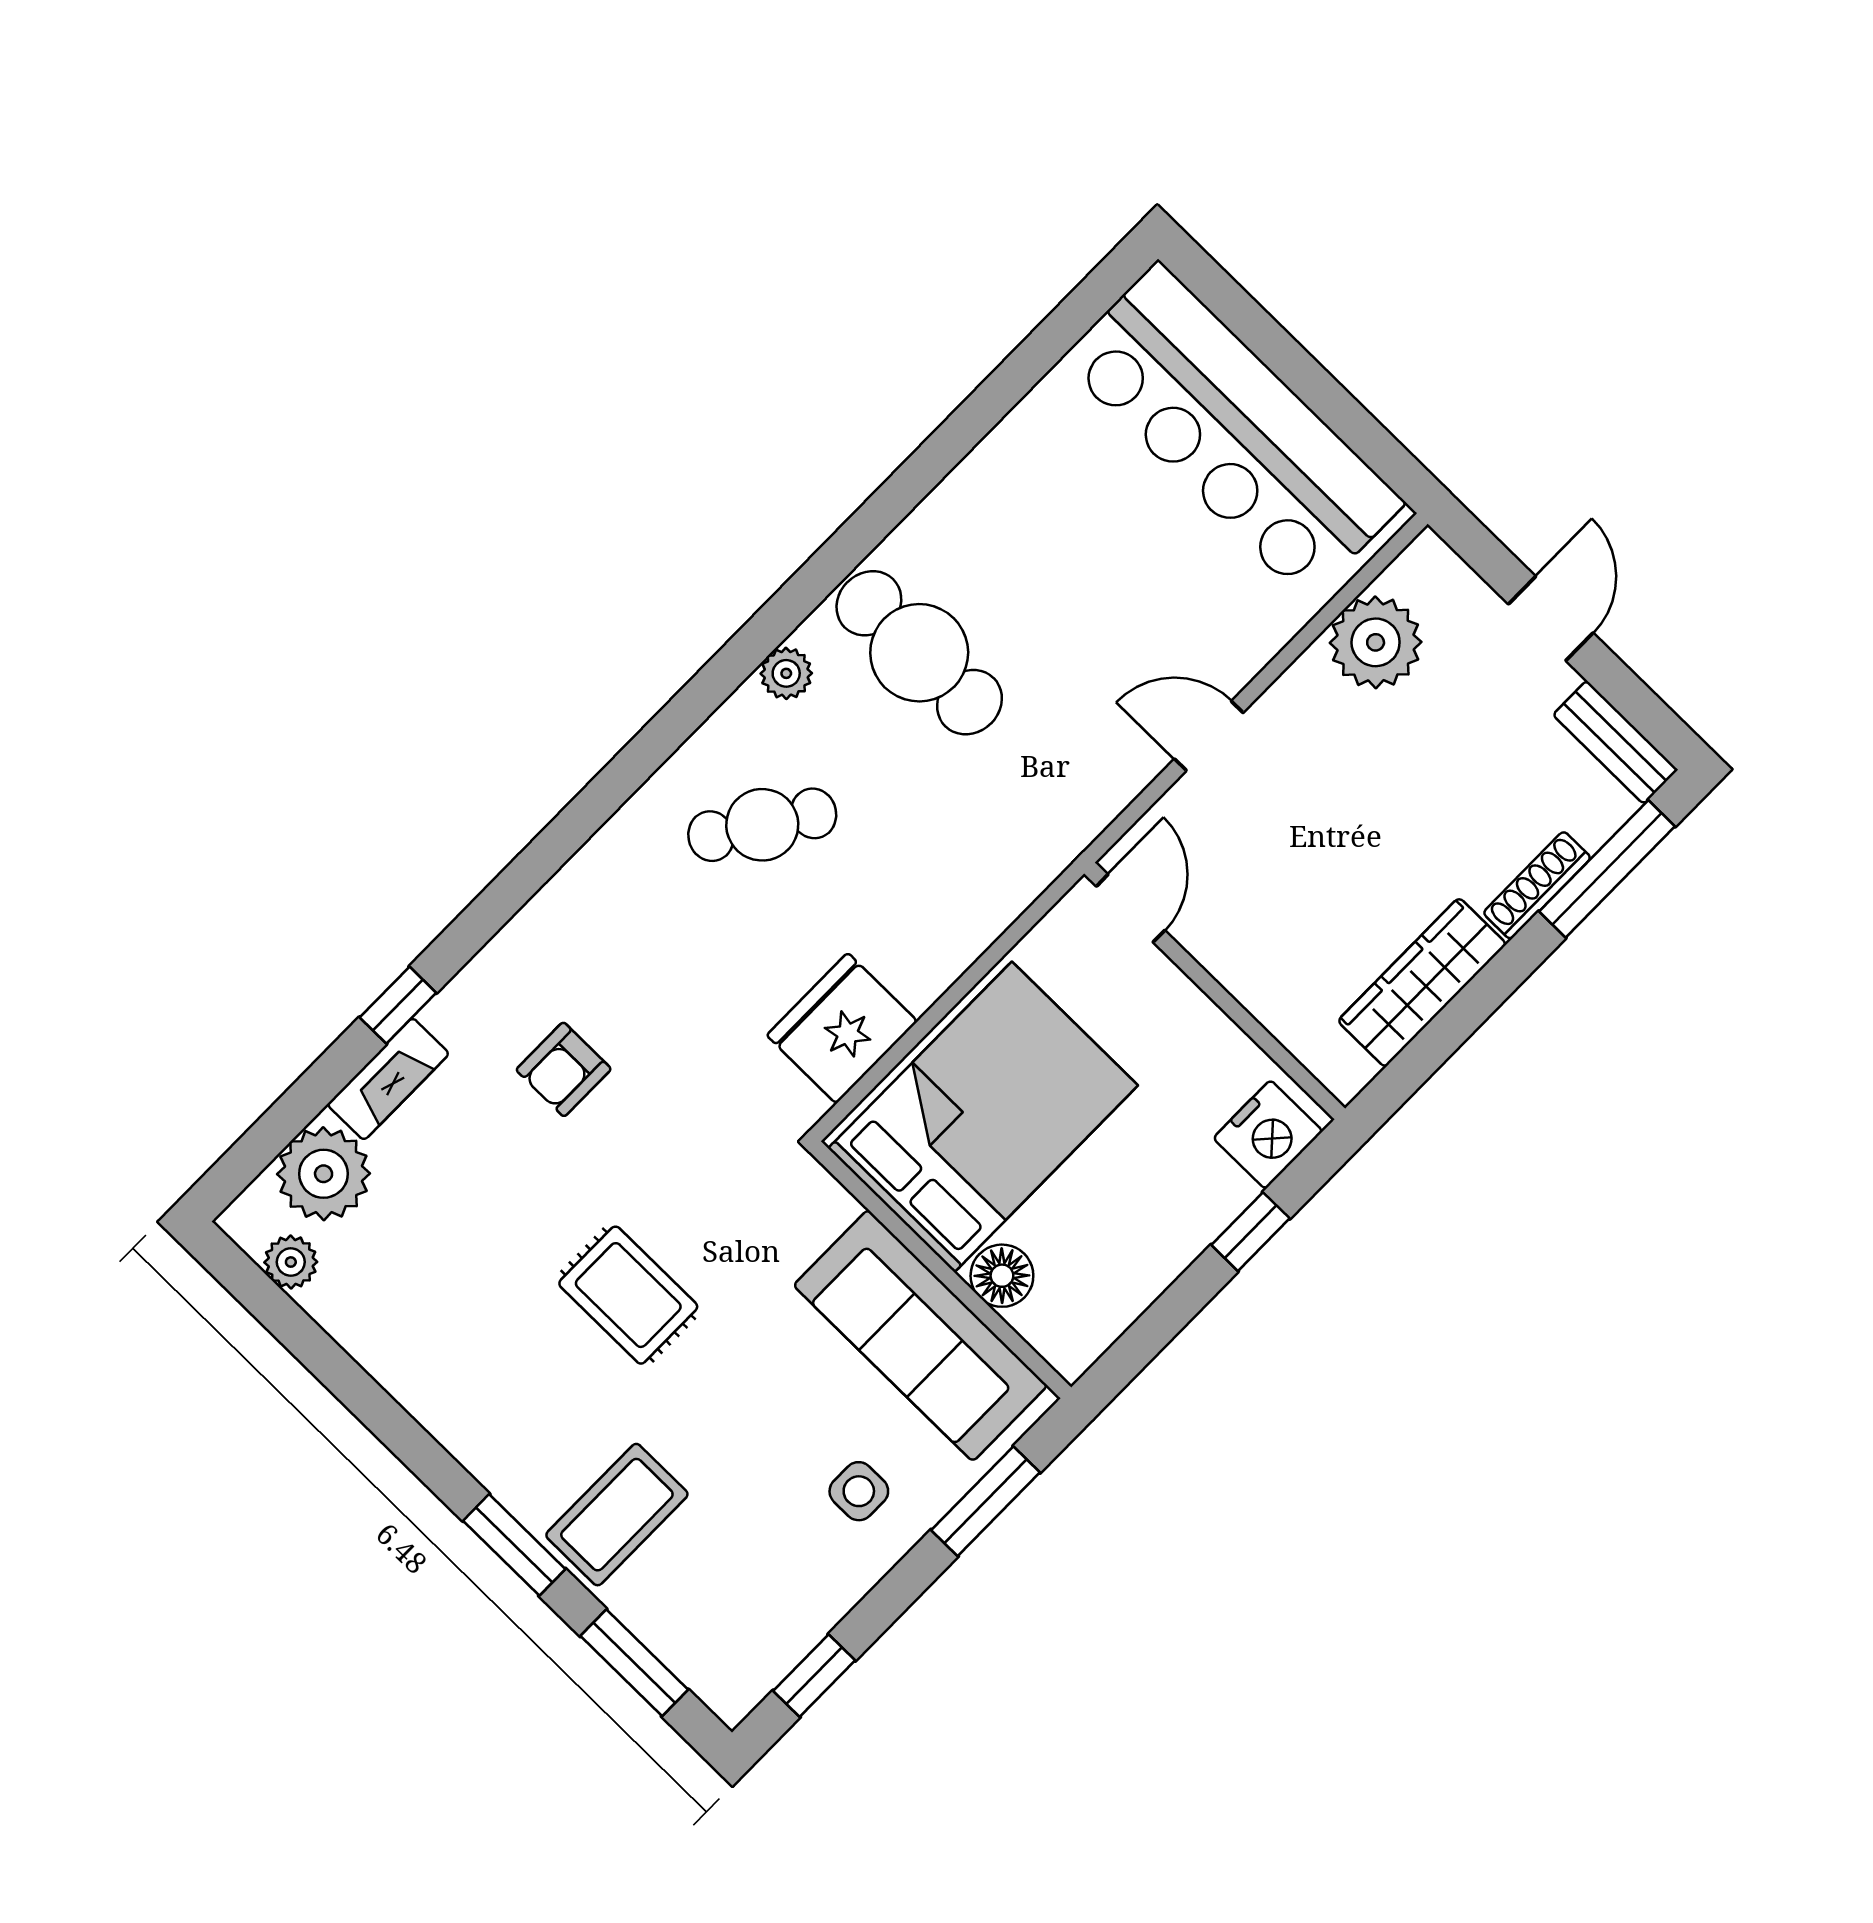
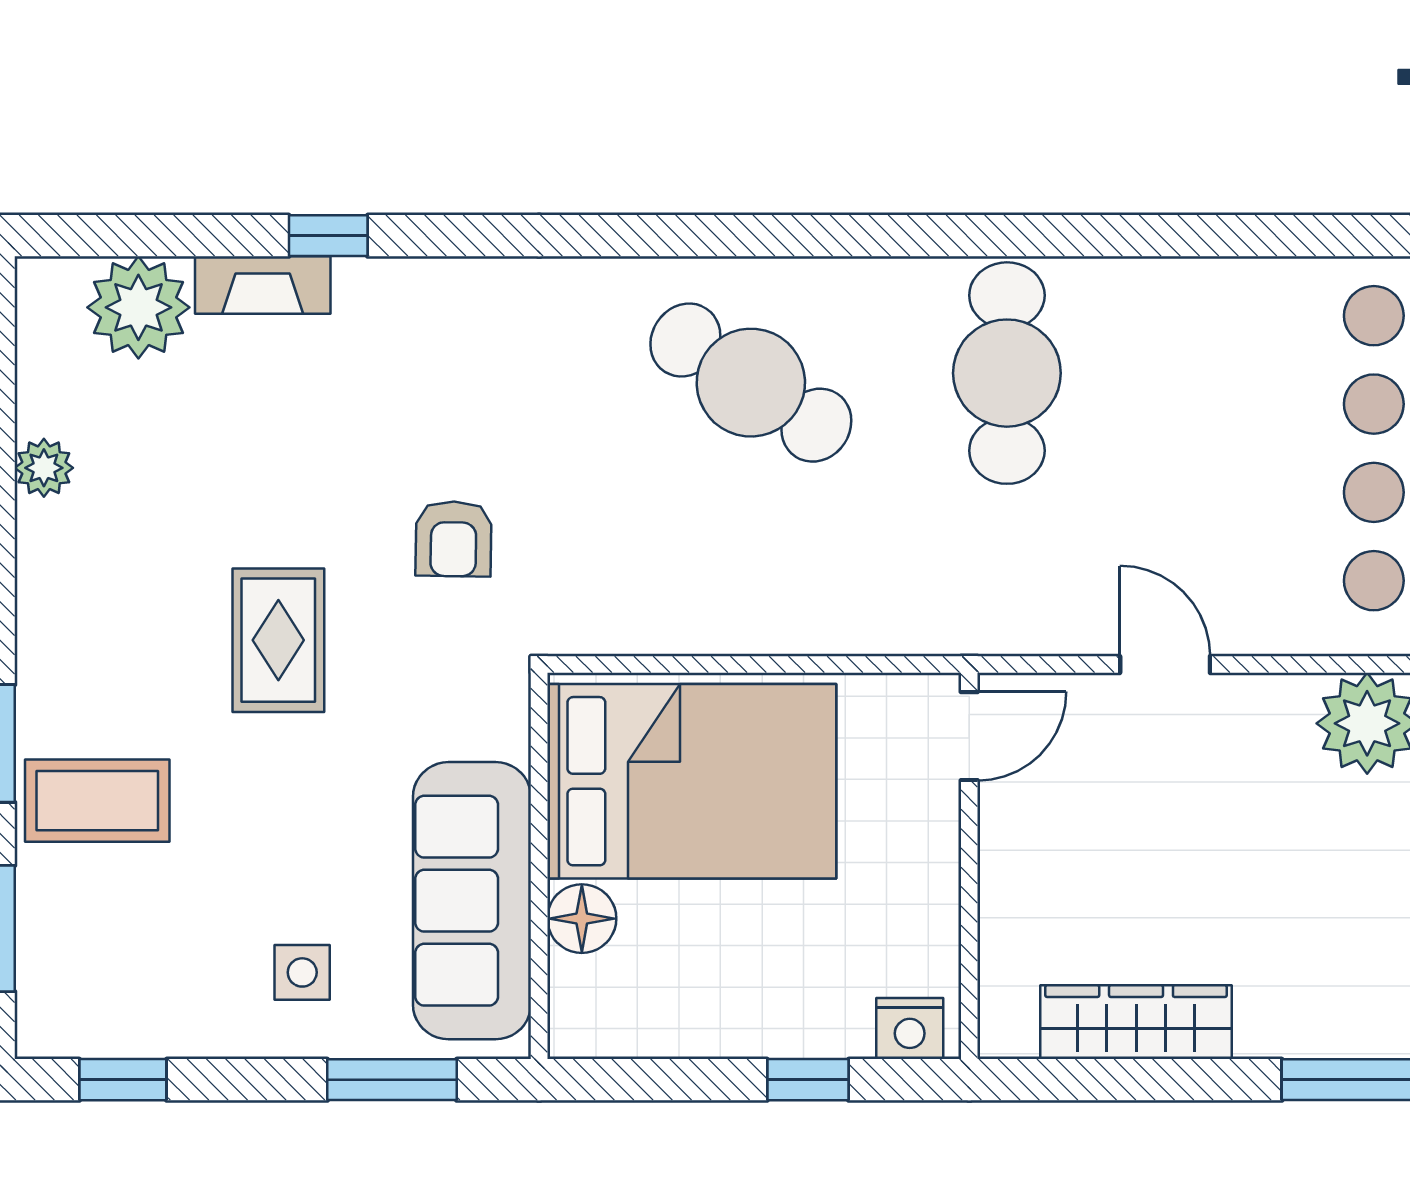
plant: (786, 673) -> (888, 285), removed
cafe table: (762, 825) -> (751, 383), width x1.37, depth x1.35
shoe rack: (1537, 885) -> (1301, 1037), removed
fridge: (842, 1028) -> (653, 602), removed
armchair: (564, 1069) -> (453, 539), moved, turned -89
nightstand: (1268, 1135) -> (910, 1029), width x0.74, depth x0.75
plant: (291, 1262) -> (44, 468), moved

